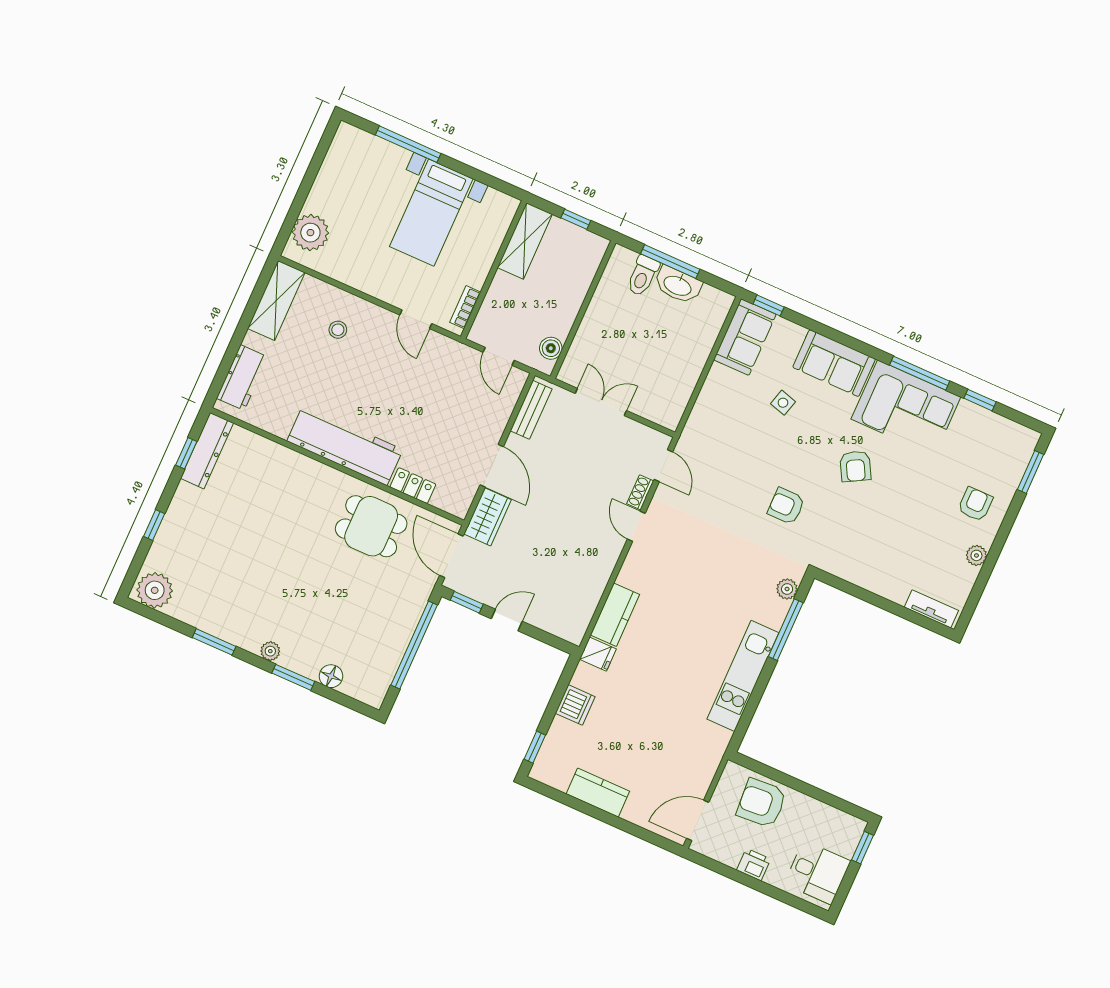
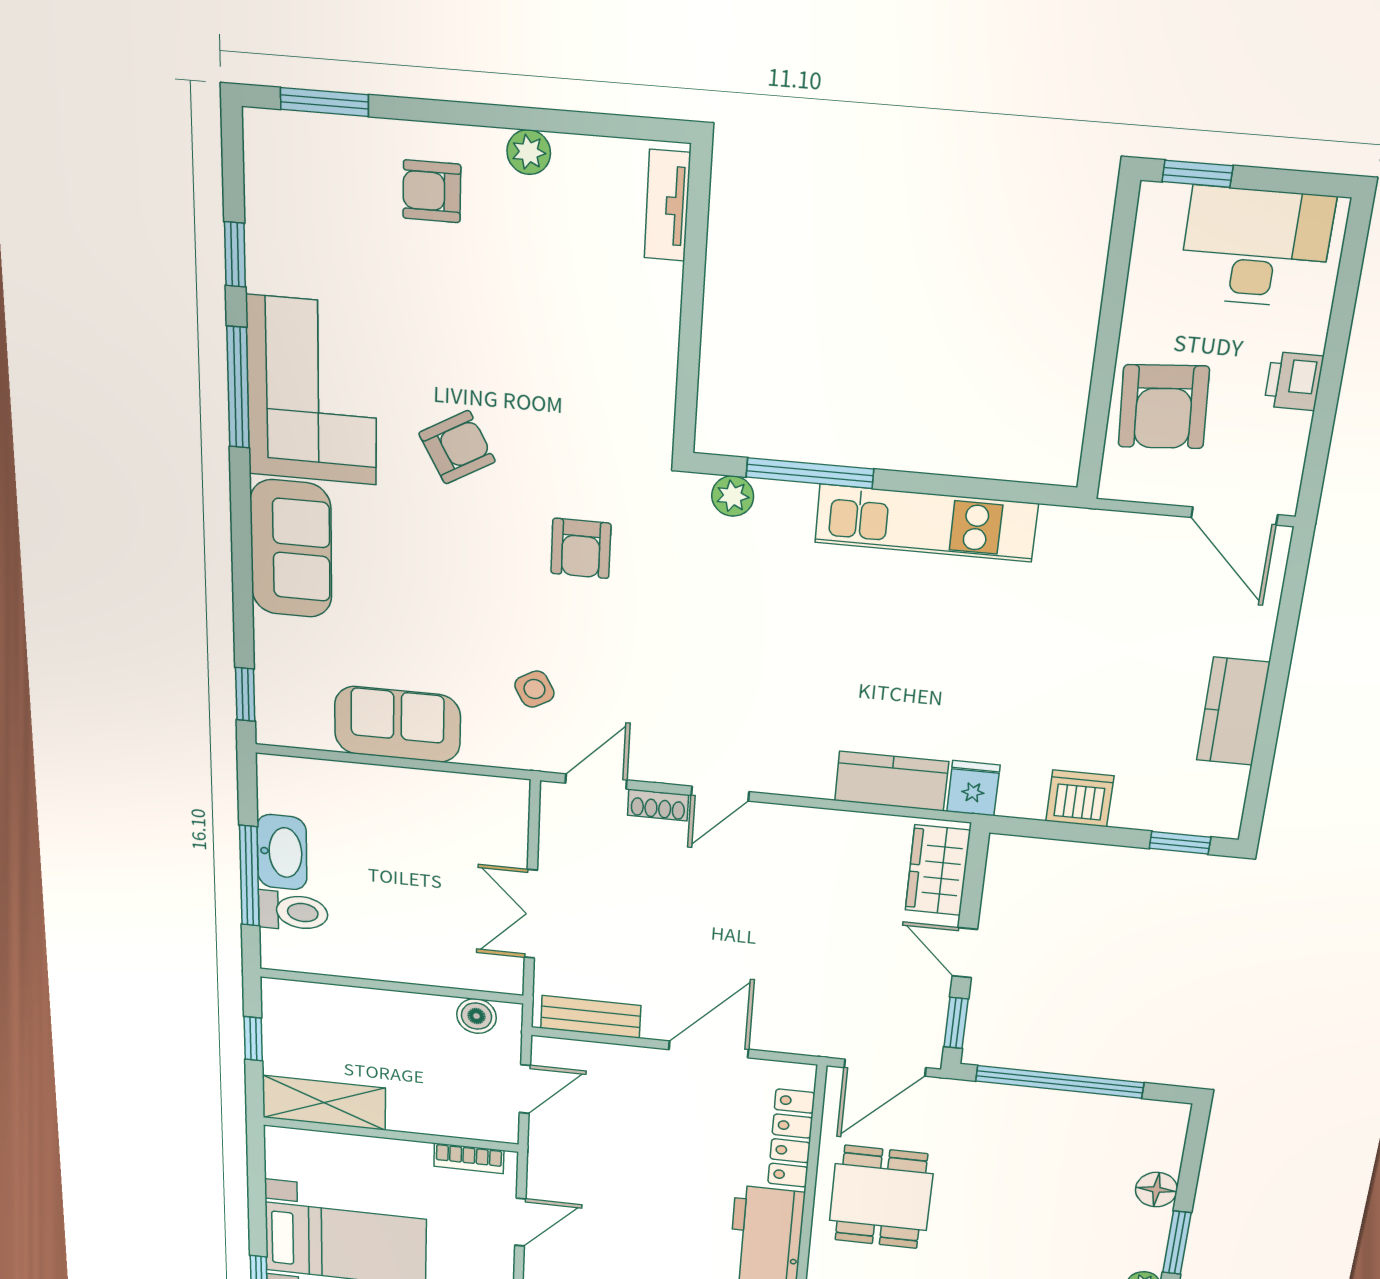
sofa: (745, 337) -> (397, 724), moved
side table: (783, 403) -> (534, 689), moved, turned 45
locker: (413, 486) -> (791, 1138), width x1.53
wardrobe: (488, 517) -> (938, 870), moved, turned -90
desk: (817, 872) -> (1256, 247), width x1.37

